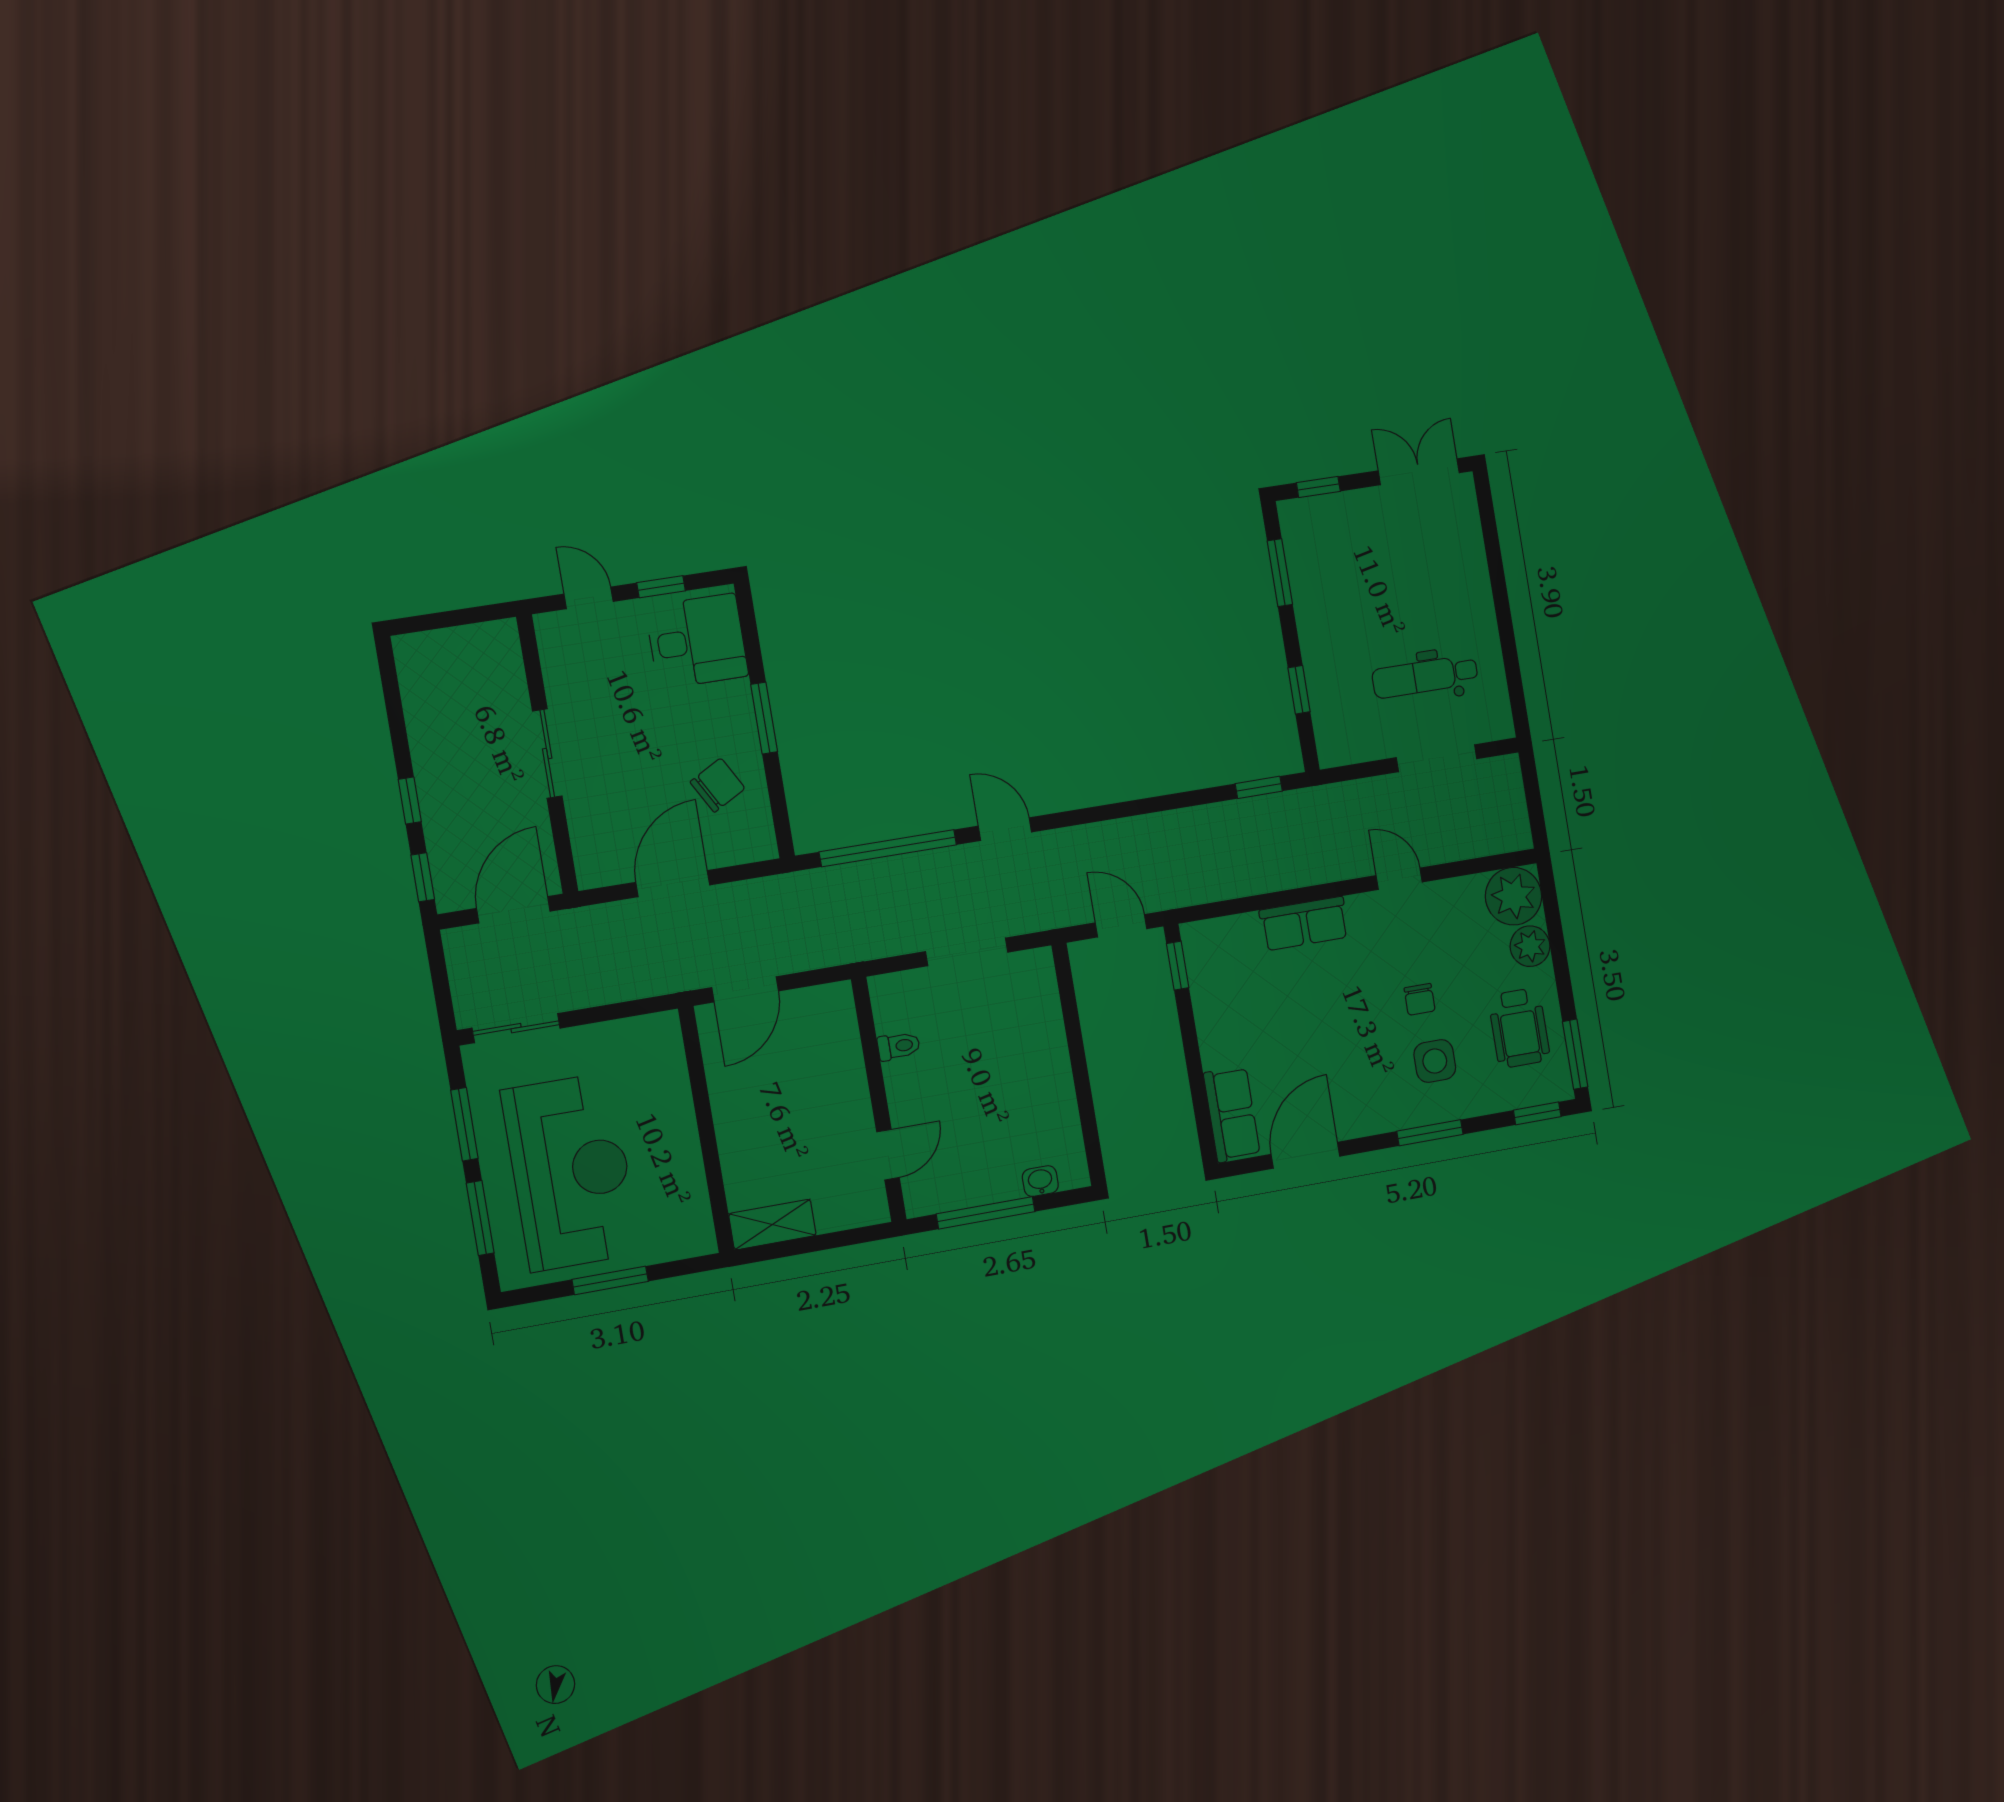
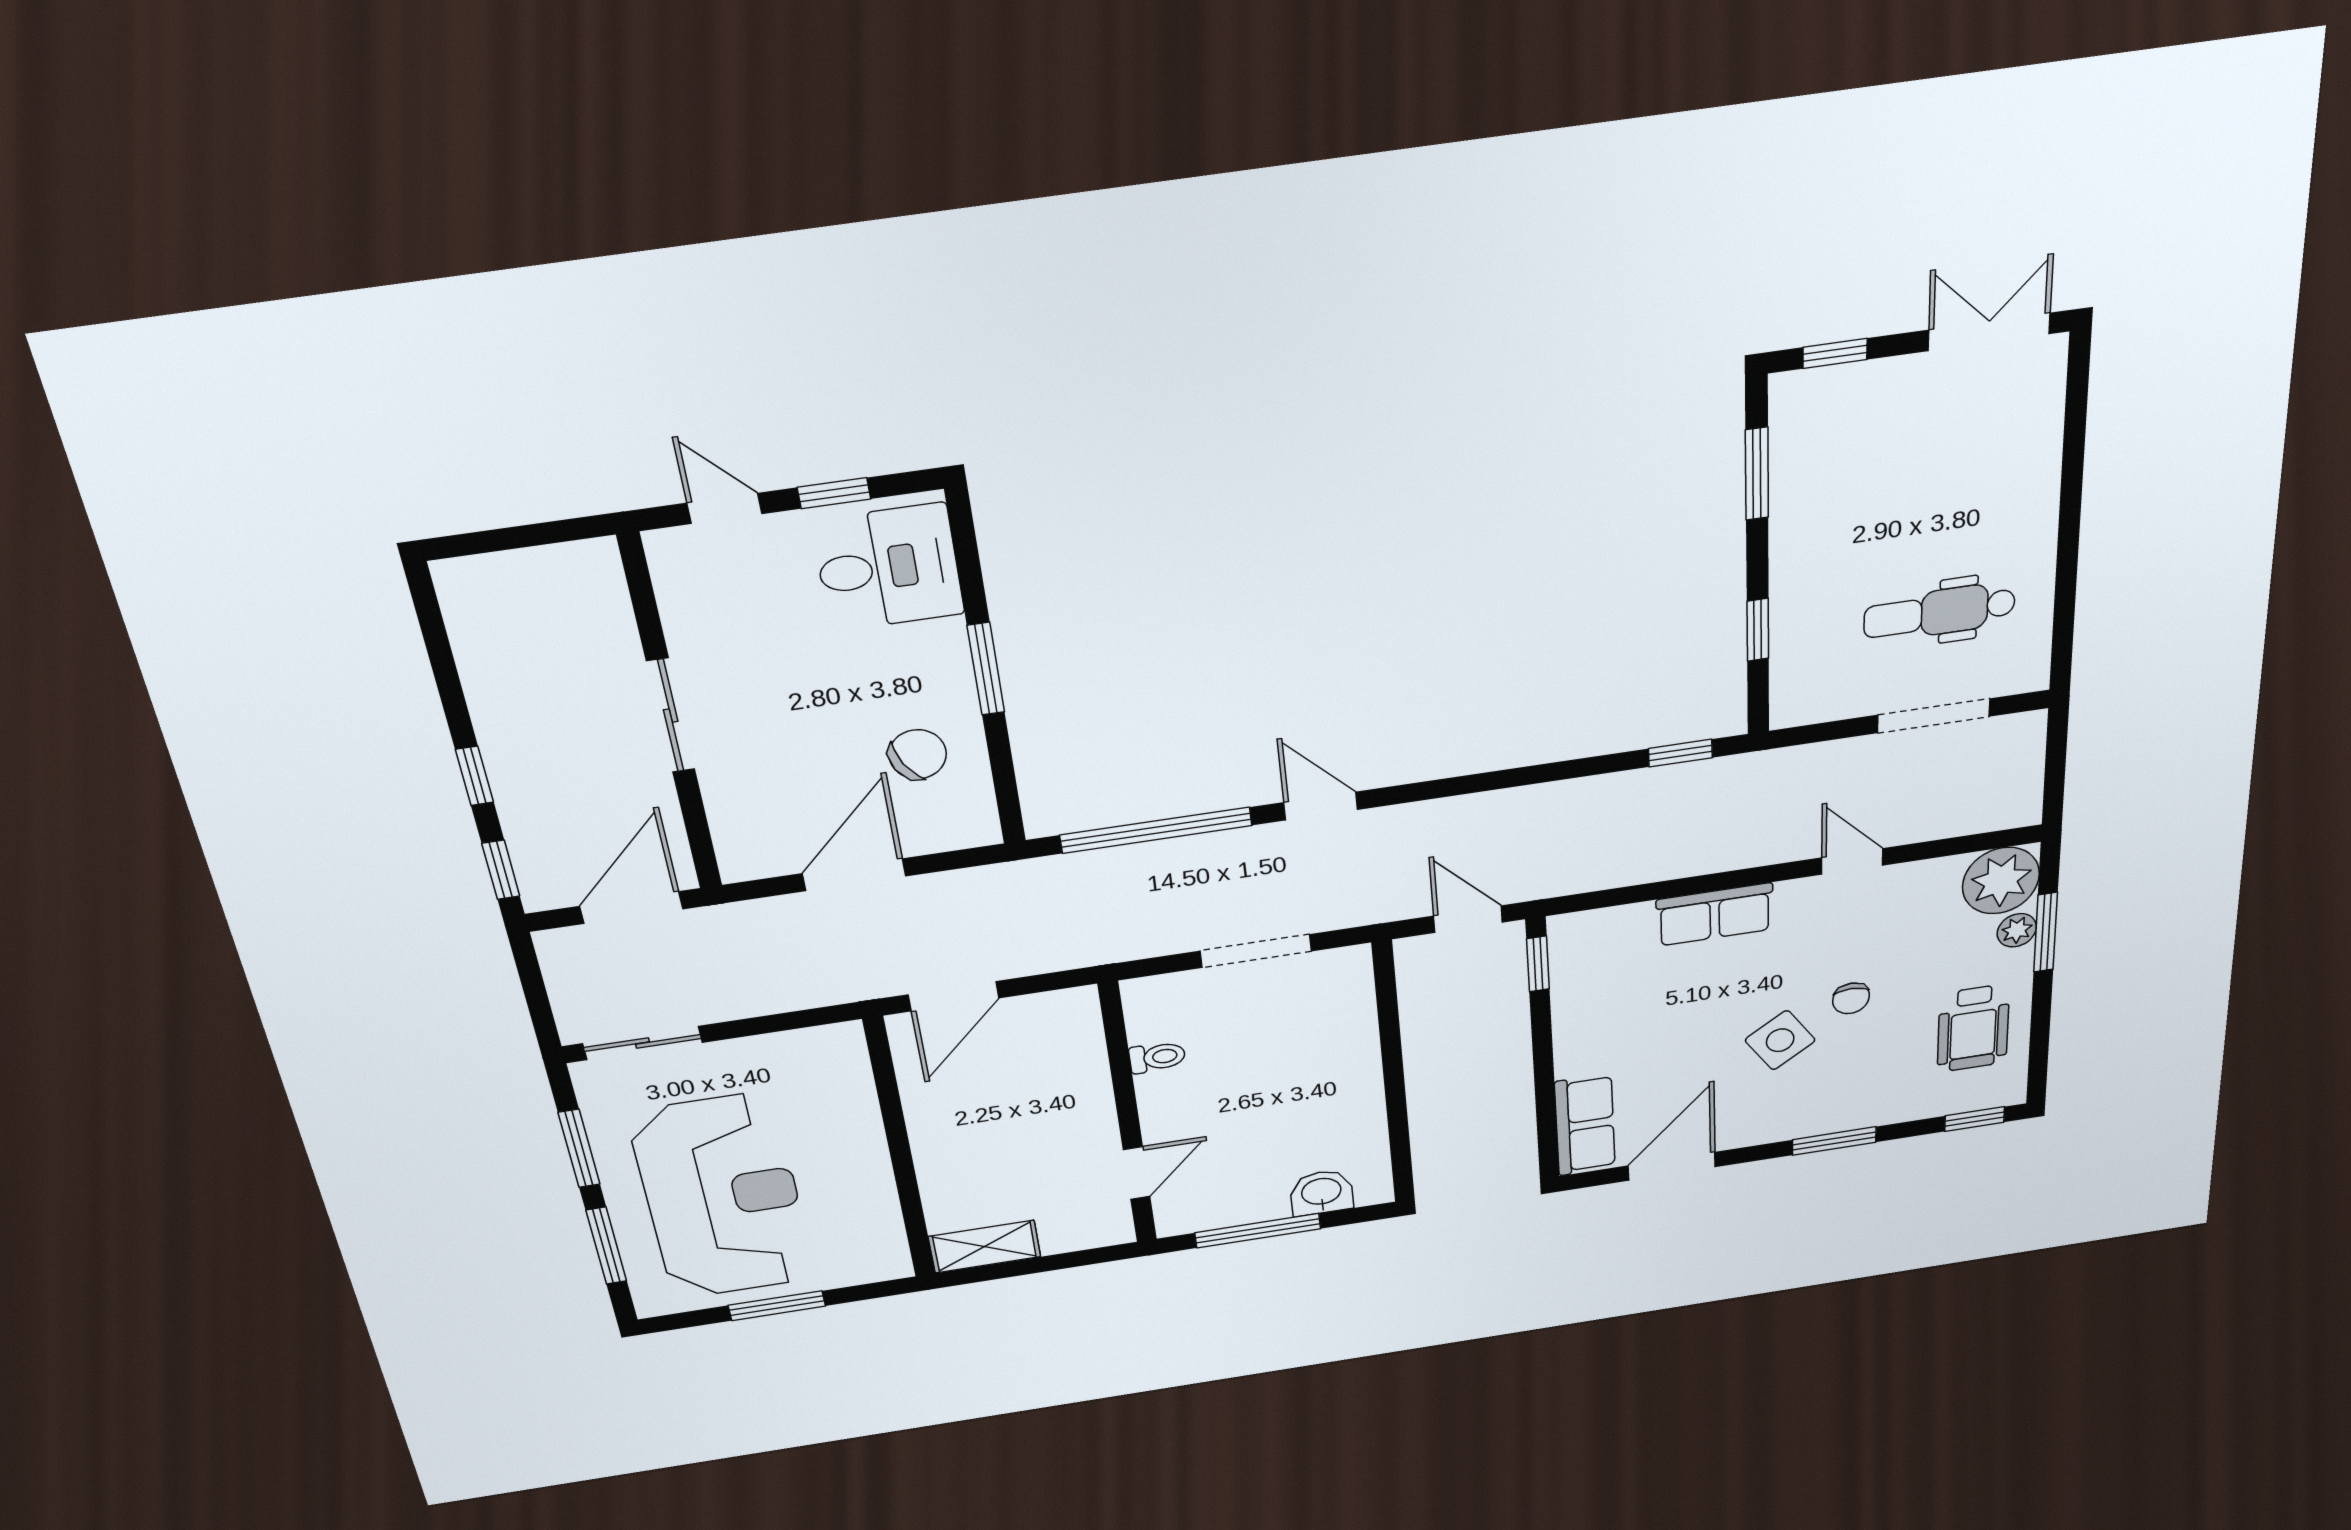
plant: (1530, 946) -> (2017, 930), width x0.73, depth x0.73
window: (1575, 1054) -> (2046, 932), moved
side table: (1435, 1061) -> (1780, 1040), moved, turned -34
washbasin: (1040, 1181) -> (1321, 1193), width x1.38, depth x1.45

